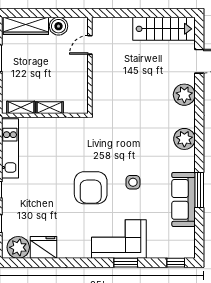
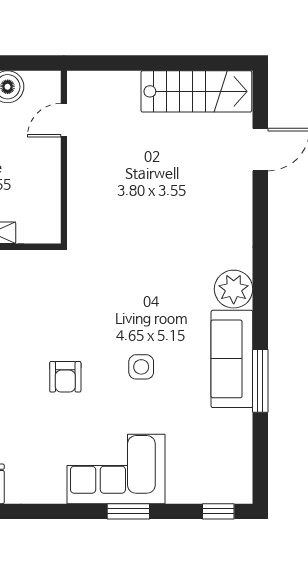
plant: (184, 95) -> (233, 210), removed
armchair: (91, 188) -> (65, 377), width x0.53, depth x0.53
sofa: (183, 199) -> (232, 359), moved

